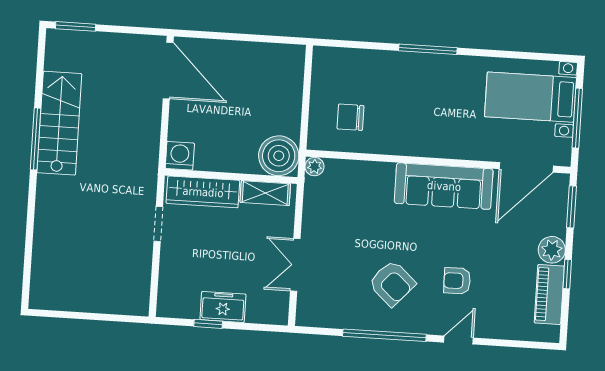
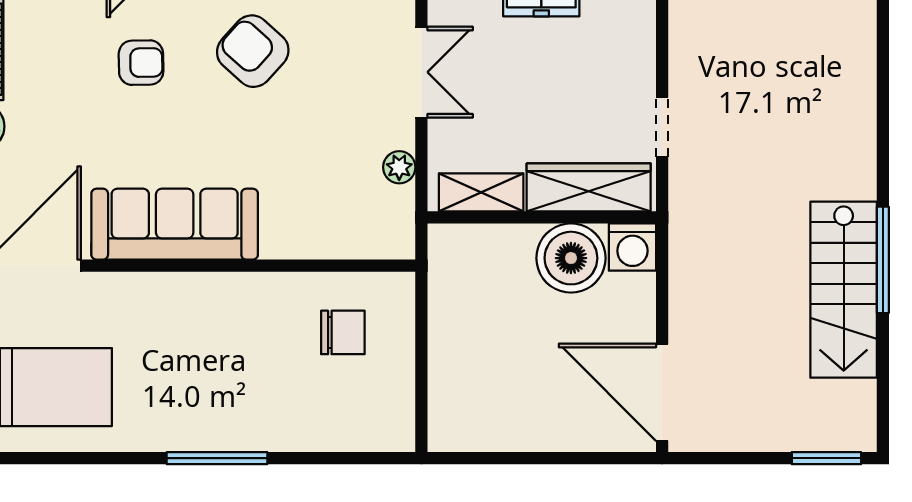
boiler: (279, 156) -> (571, 258), moved
plant: (315, 167) -> (399, 167), moved

